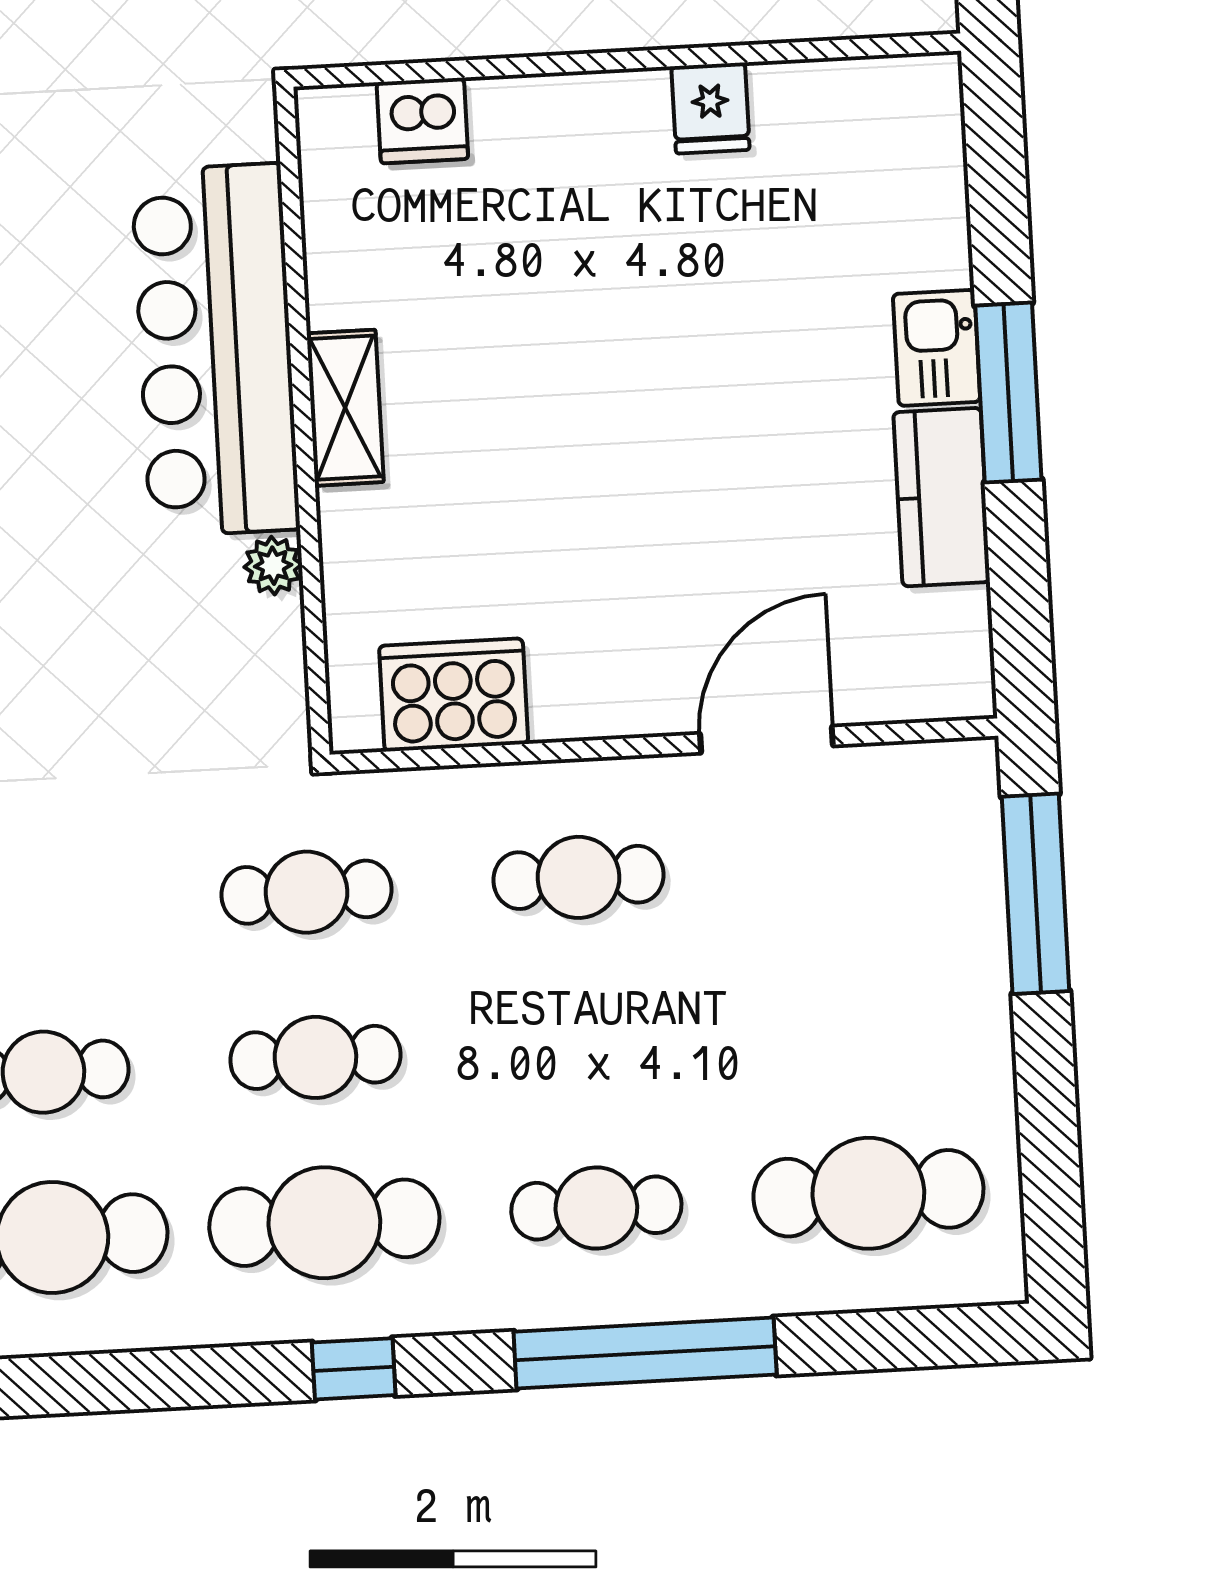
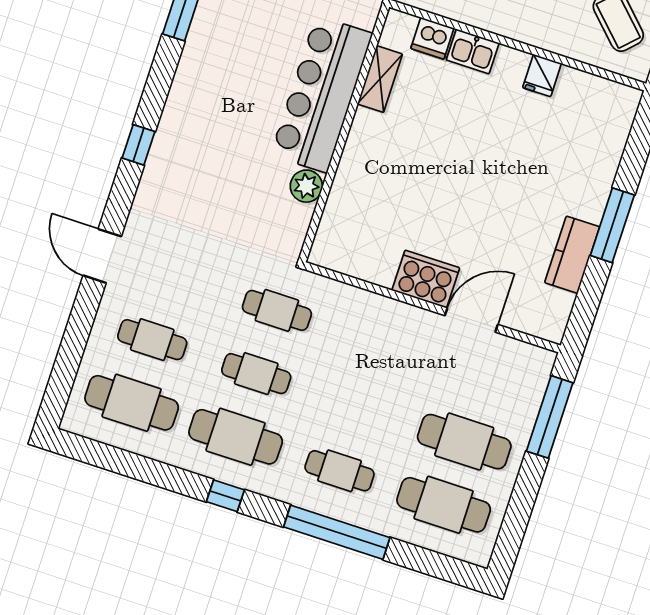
kitchen sink: (937, 348) -> (473, 51), moved, turned -90
shelving: (345, 408) -> (380, 79), moved
plant: (273, 566) -> (306, 186), width x1.38, depth x1.38
cooker: (454, 695) -> (426, 279), moved
cafe table: (578, 877) -> (464, 442), moved, width x1.37, depth x1.35

